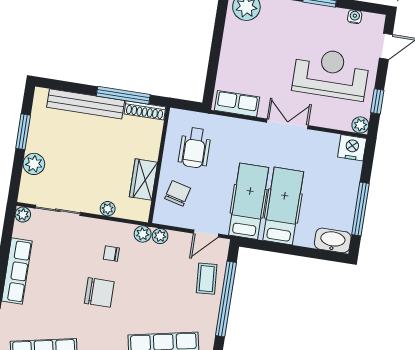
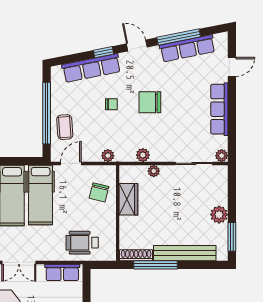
window: (23, 132) -> (232, 237), moved
wheelchair: (195, 148) -> (82, 243), moved, turned -90
plant: (34, 164) -> (219, 215), moved
plant: (143, 234) -> (143, 155), moved
chair: (111, 254) -> (111, 104), moved

